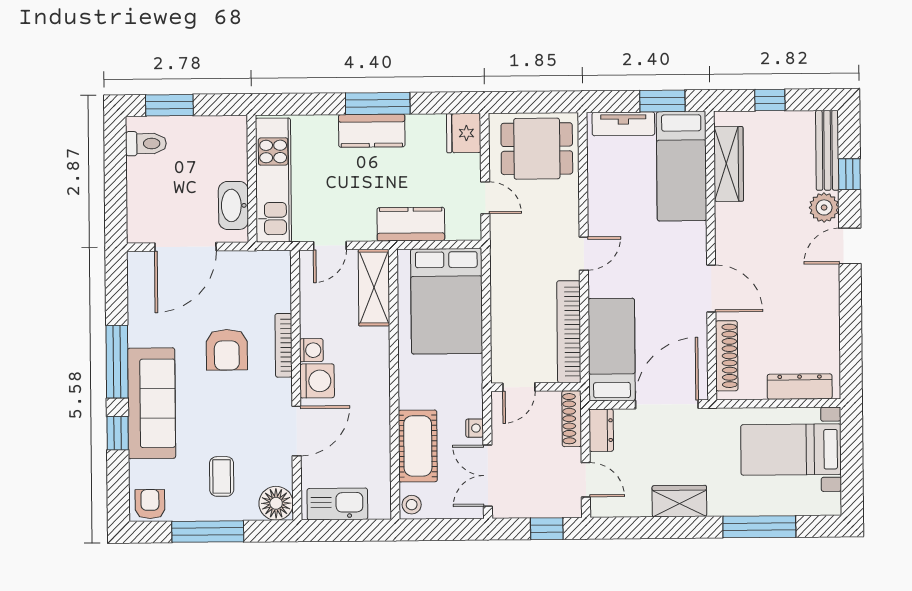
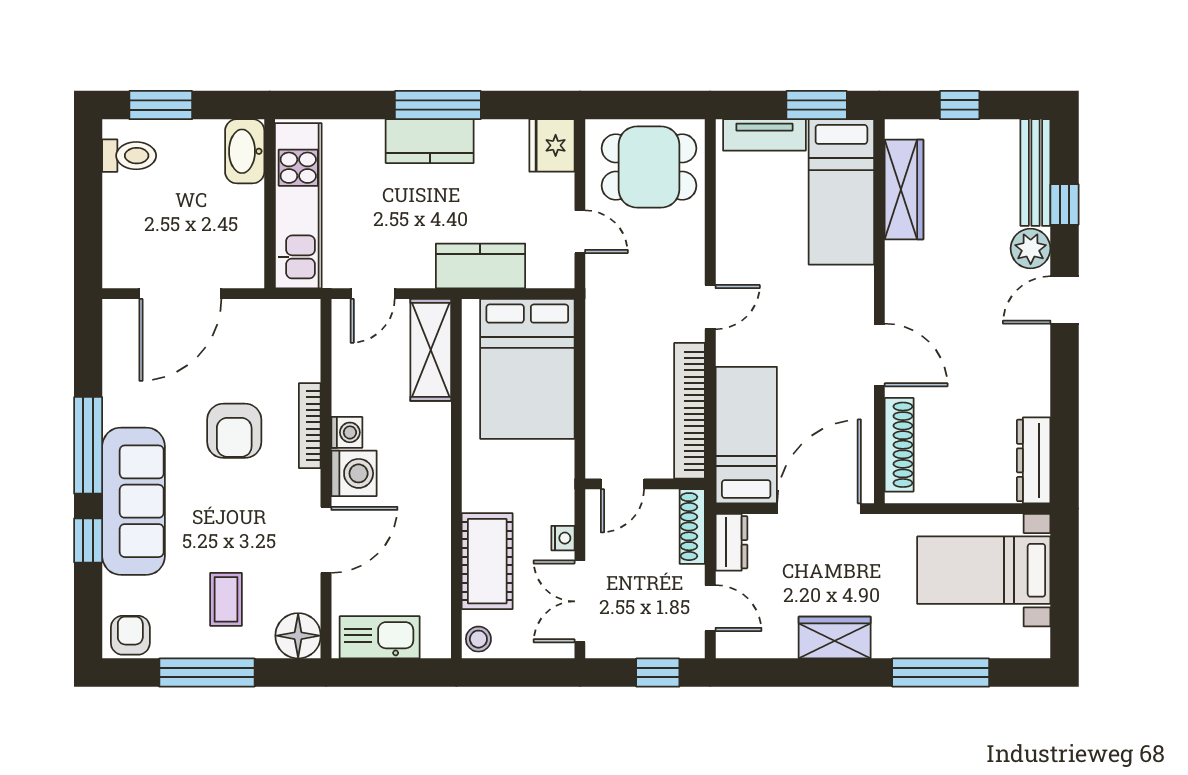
washbasin: (233, 205) -> (245, 151), moved
dresser: (800, 387) -> (1034, 460), moved, turned -90

